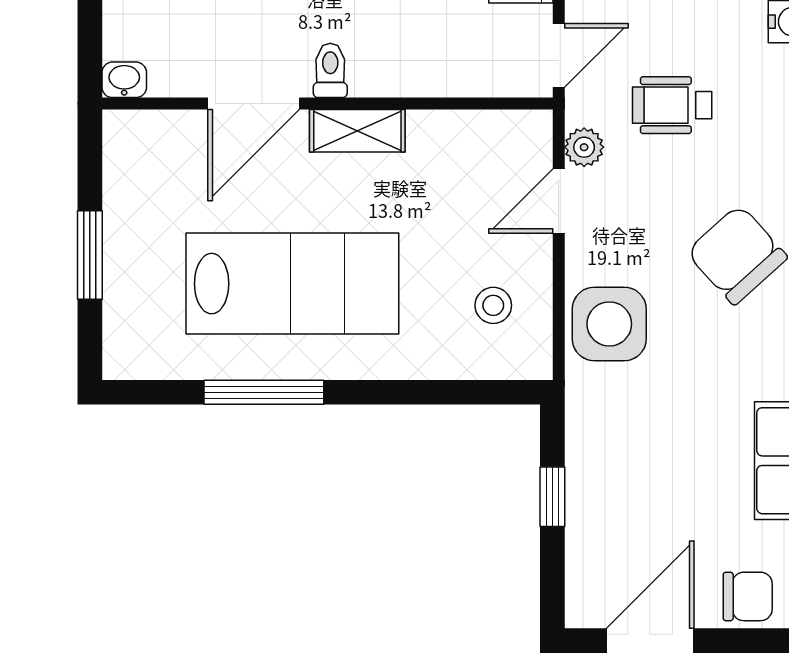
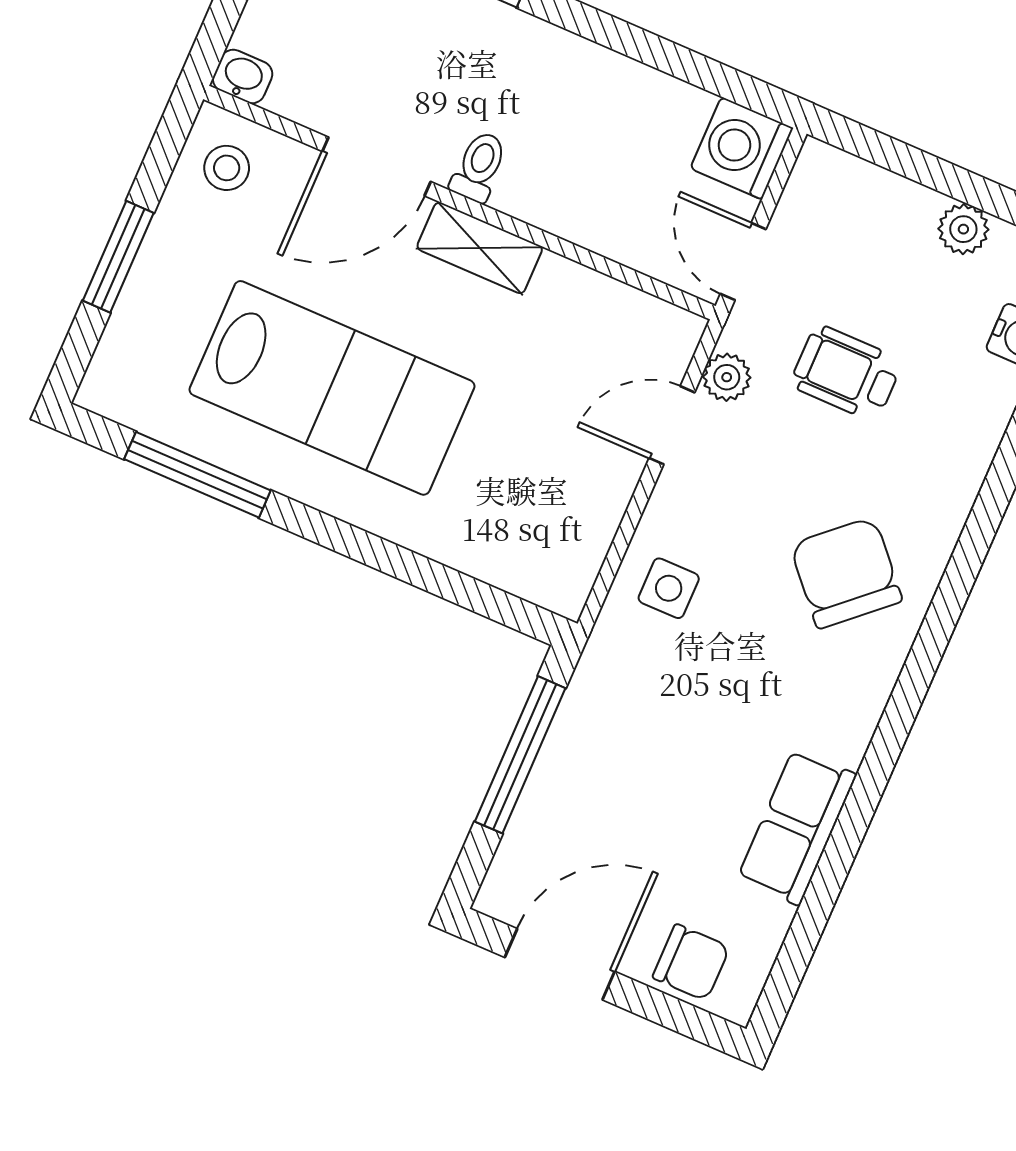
door: (559, 55) -> (743, 261), swing flipped
stool: (493, 305) -> (227, 168), moved
side table: (609, 324) -> (669, 588), width x0.54, depth x0.54
window: (264, 392) -> (197, 475), moved
window: (552, 497) -> (520, 755), width x2.17

